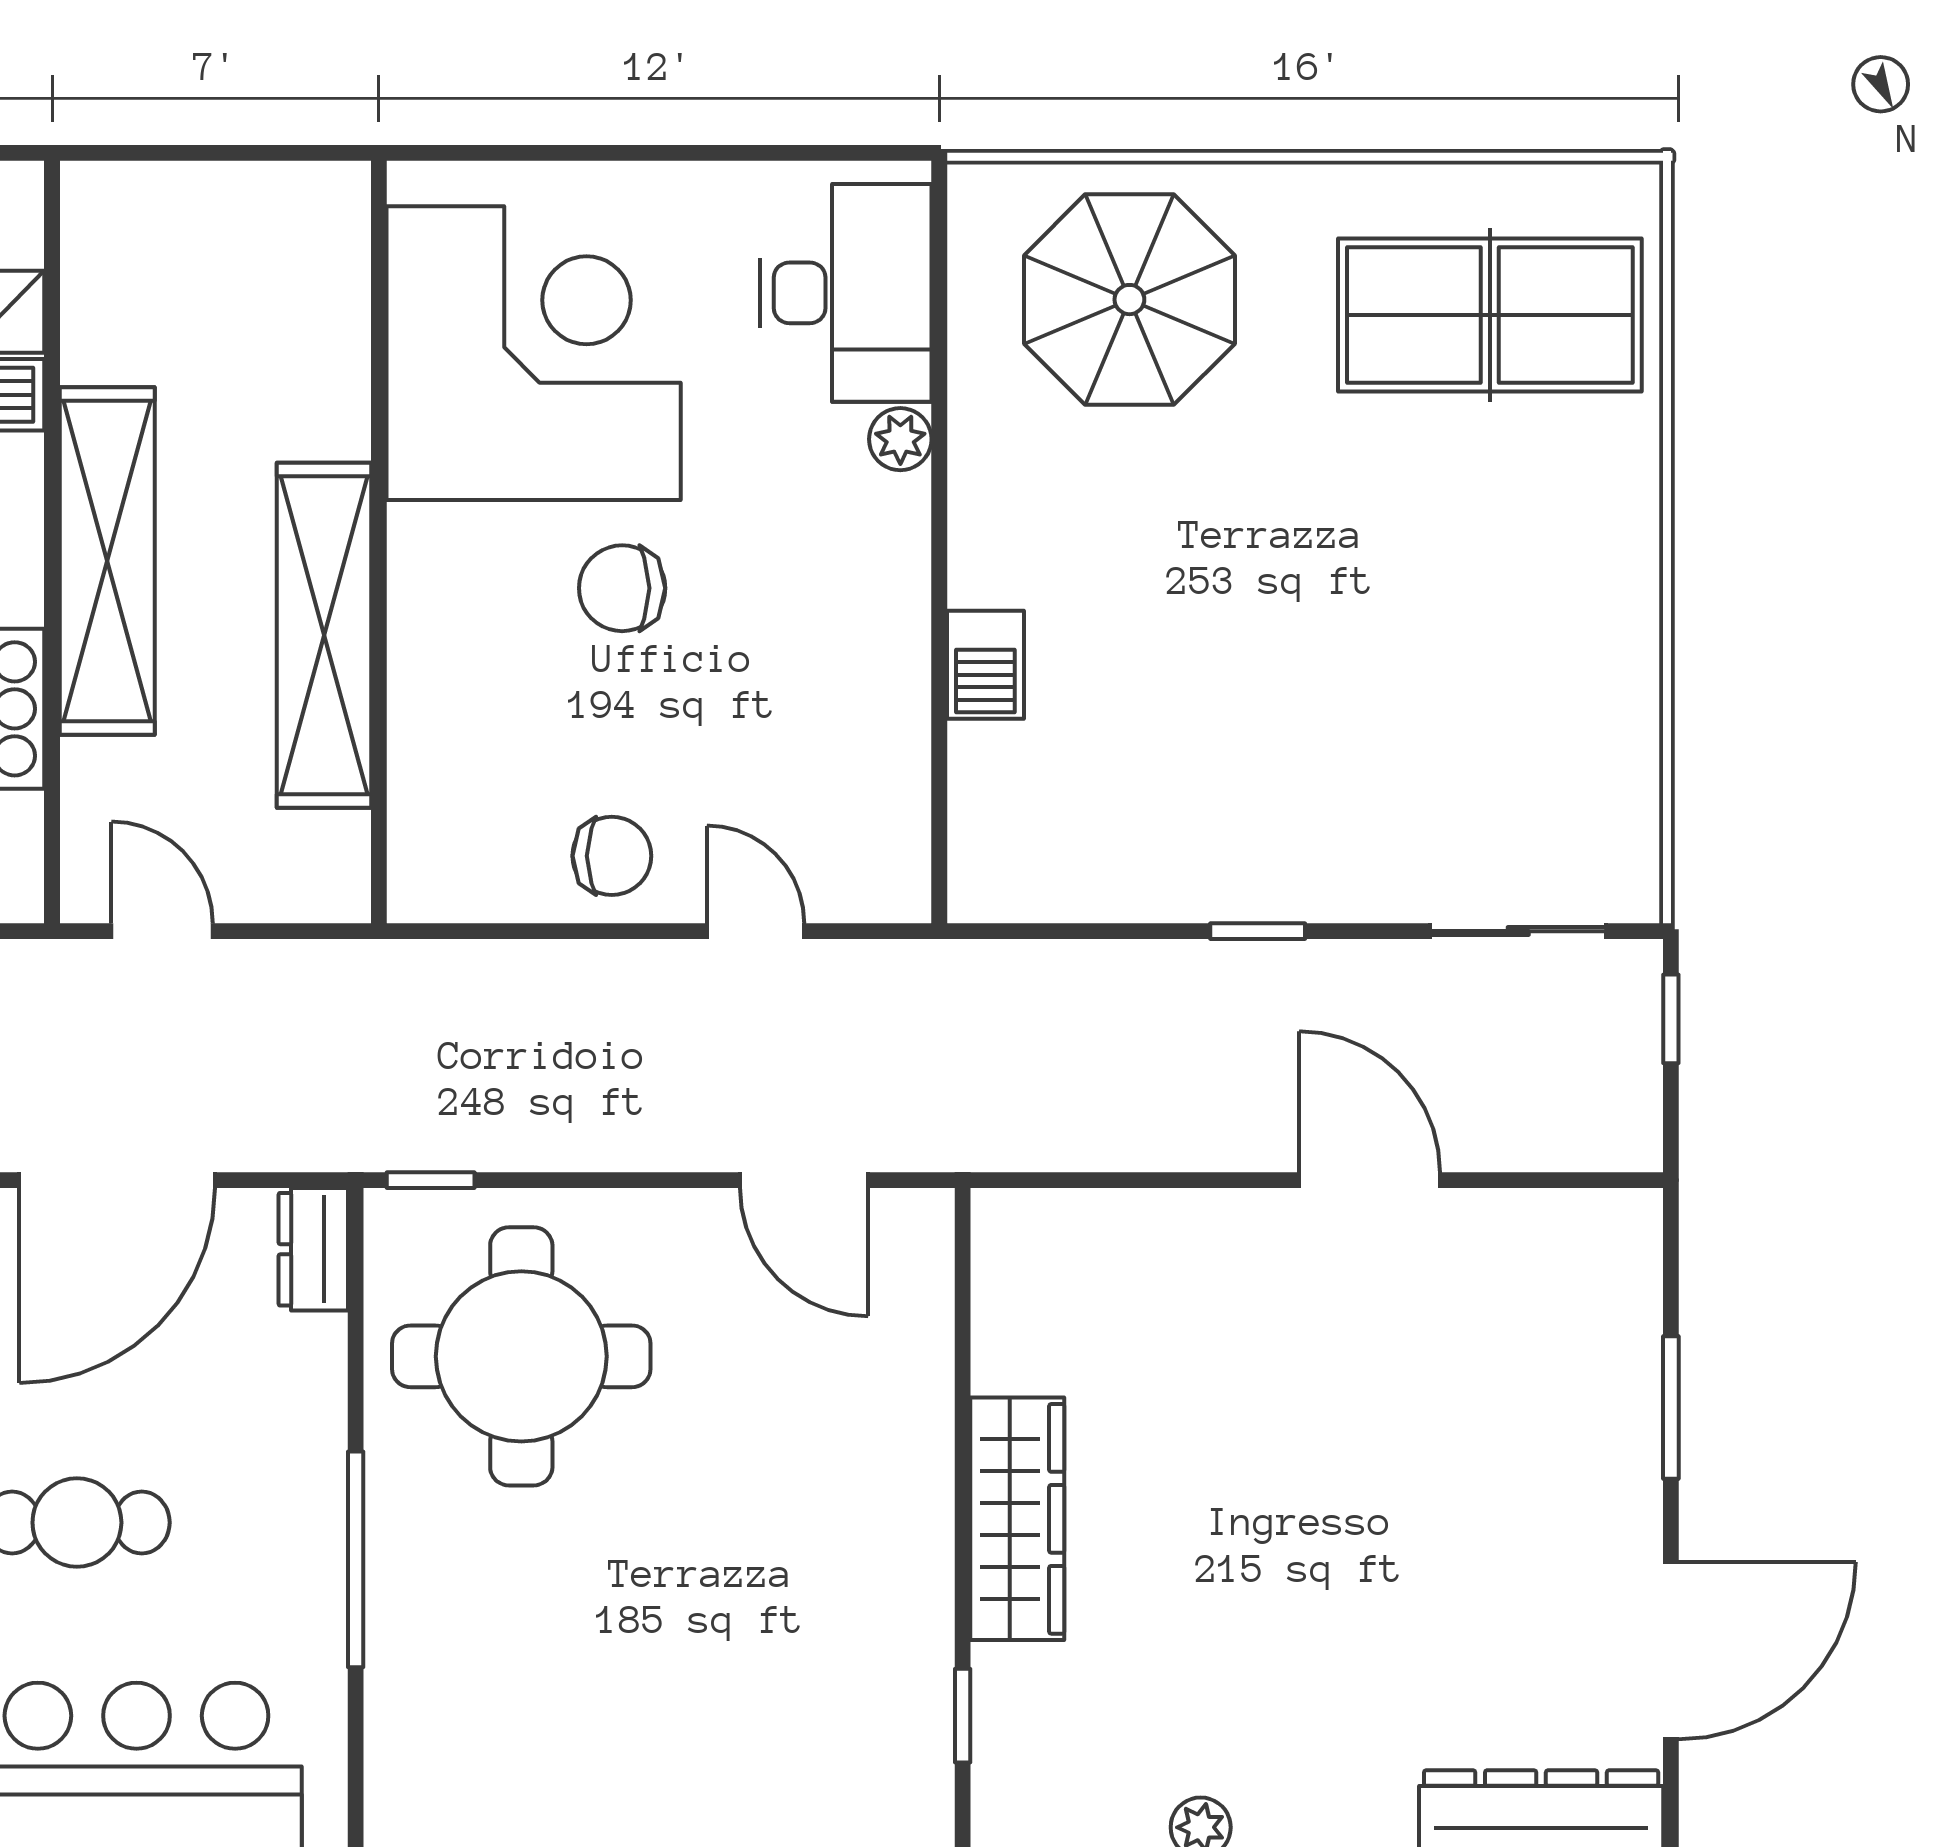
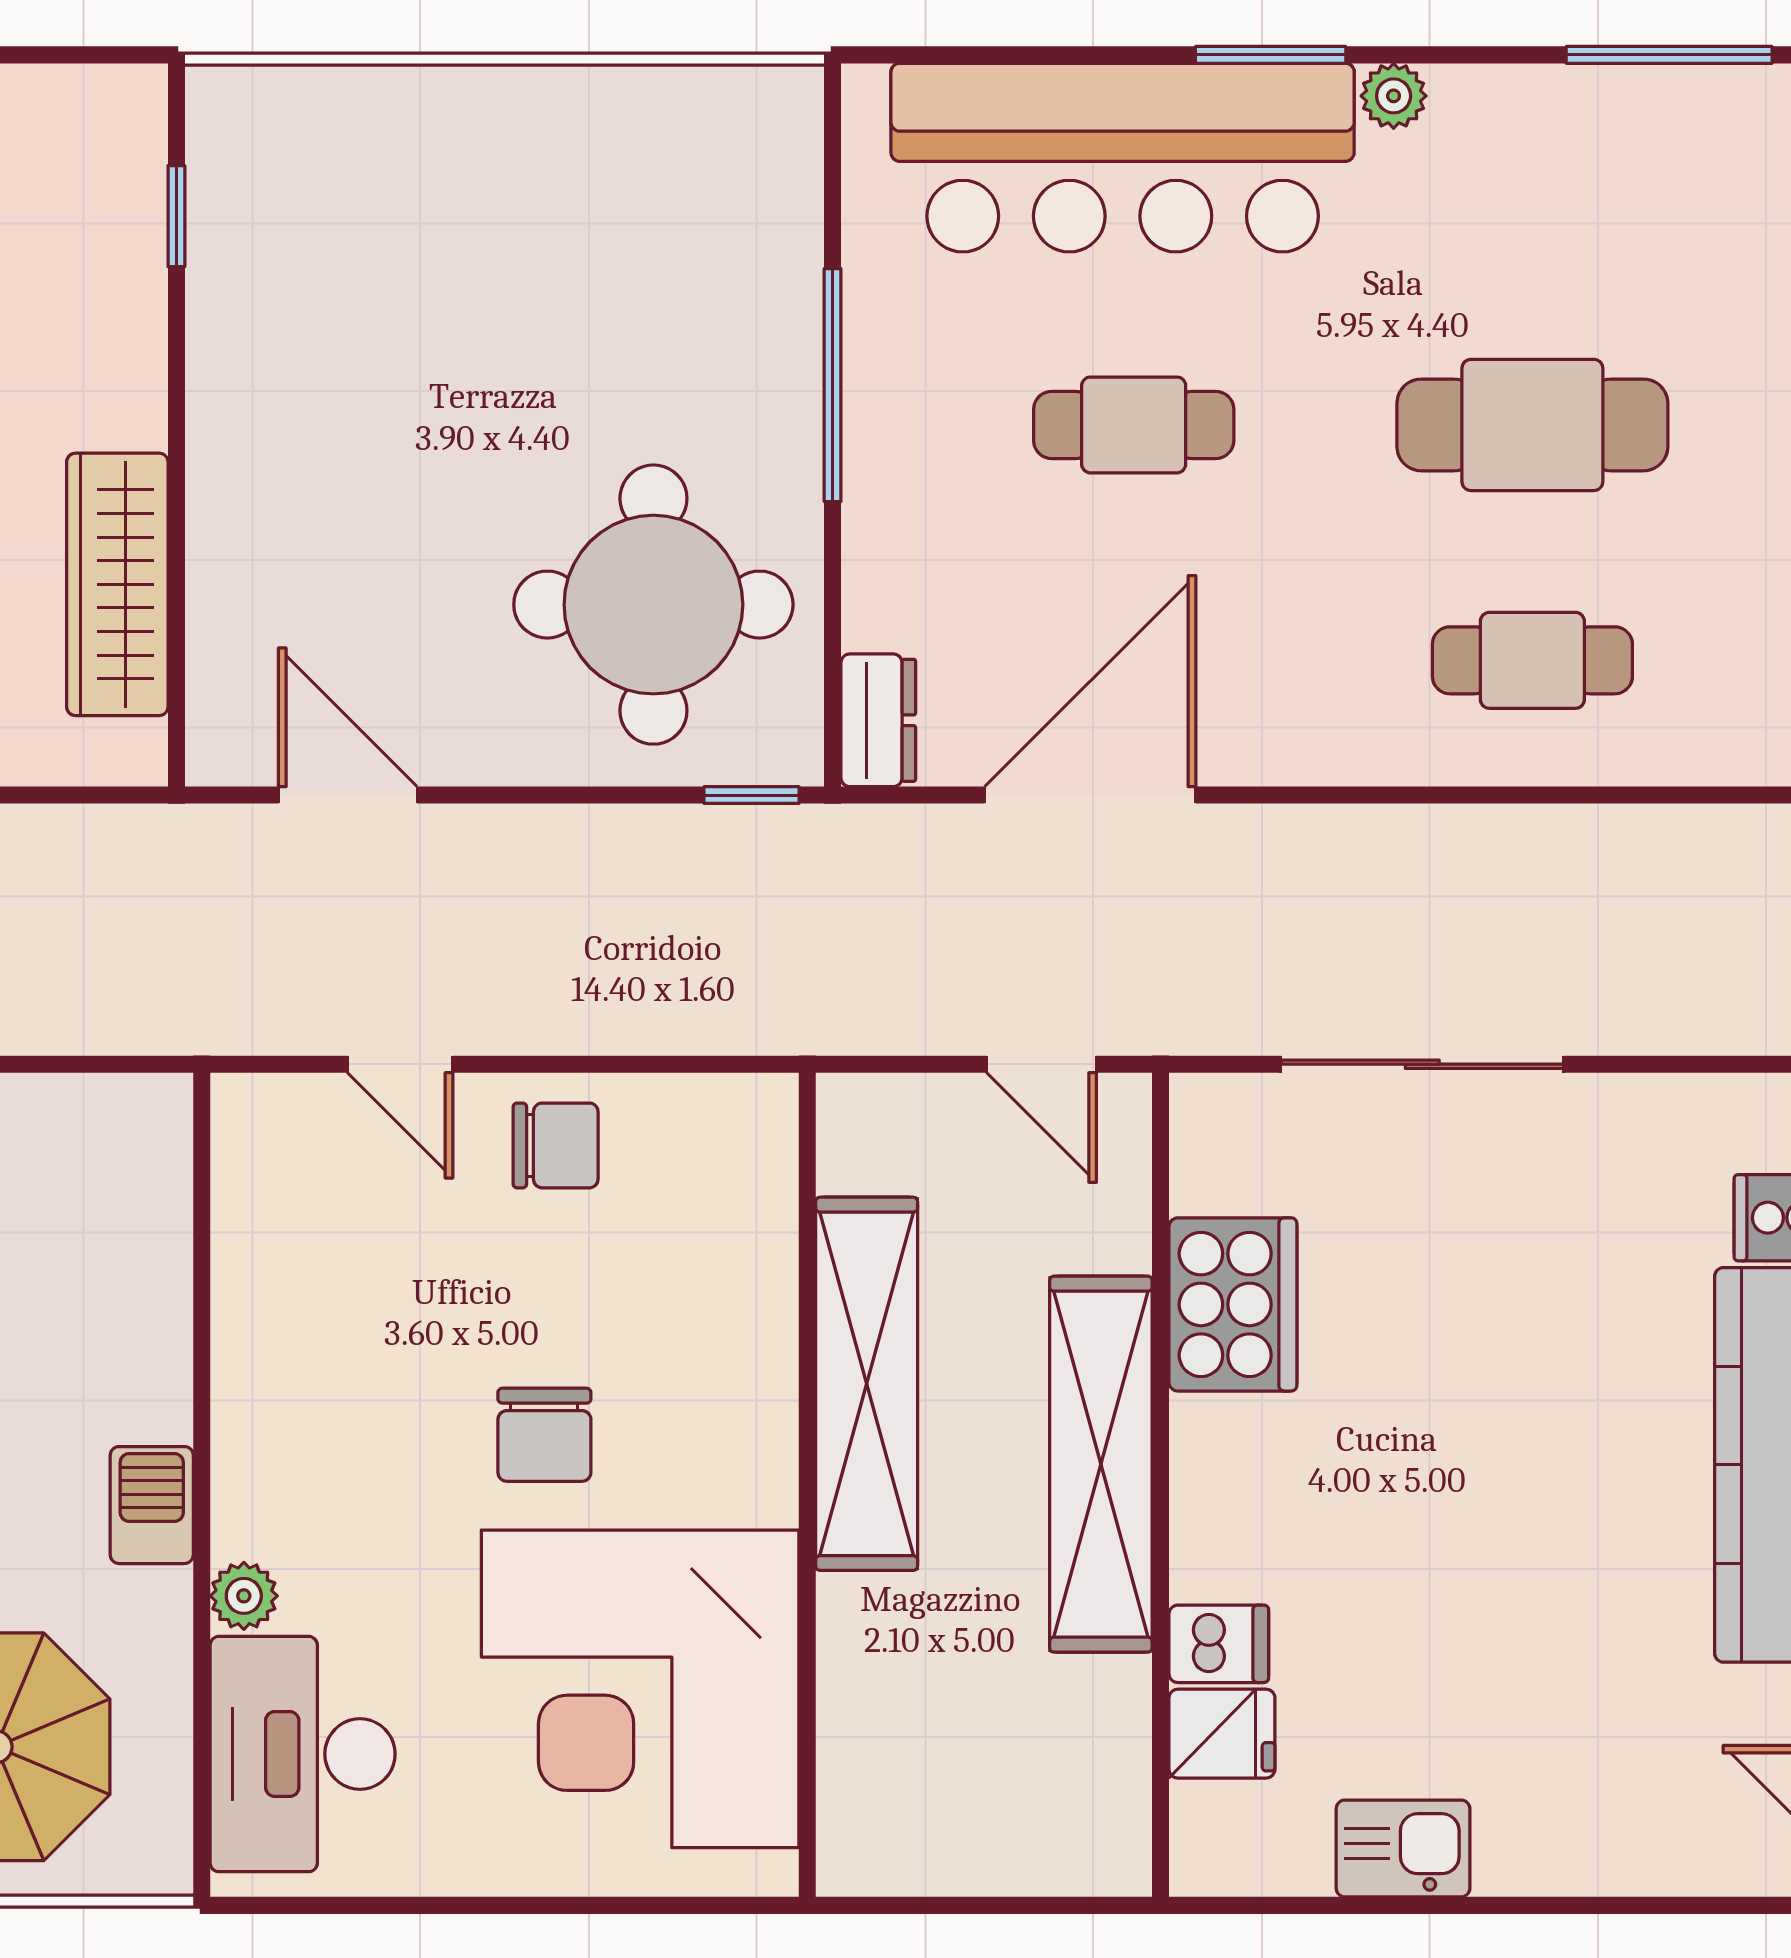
chair: (622, 588) -> (544, 1435), turned 90
barbecue: (985, 665) -> (152, 1505), moved
chair: (612, 856) -> (556, 1145), turned 180
wardrobe: (1017, 1519) -> (117, 584), moved

